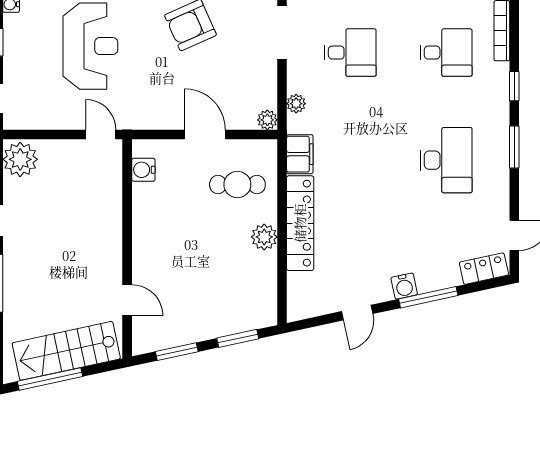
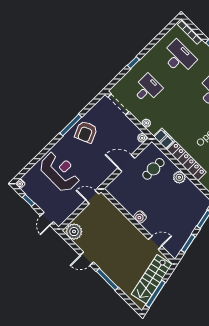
desk: (446, 53) -> (179, 57), width x1.37
water cooler: (143, 170) -> (140, 217), moved

